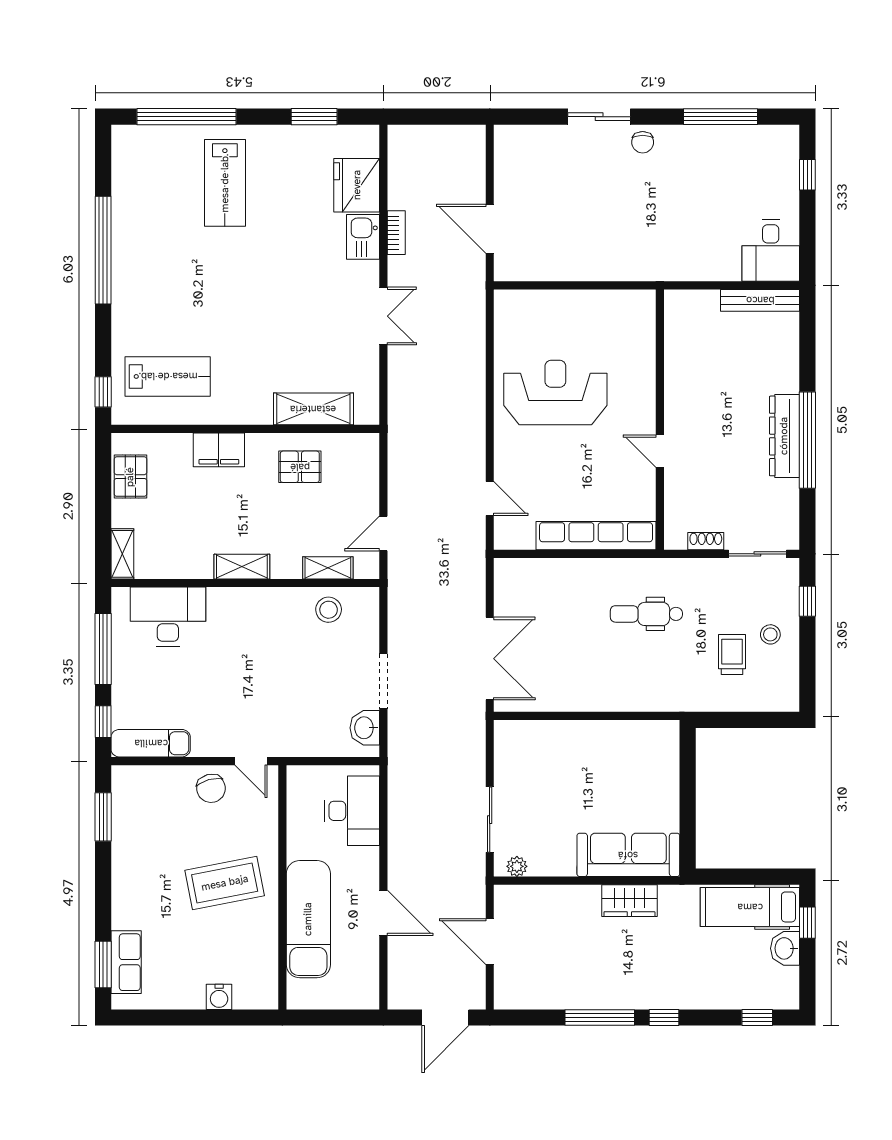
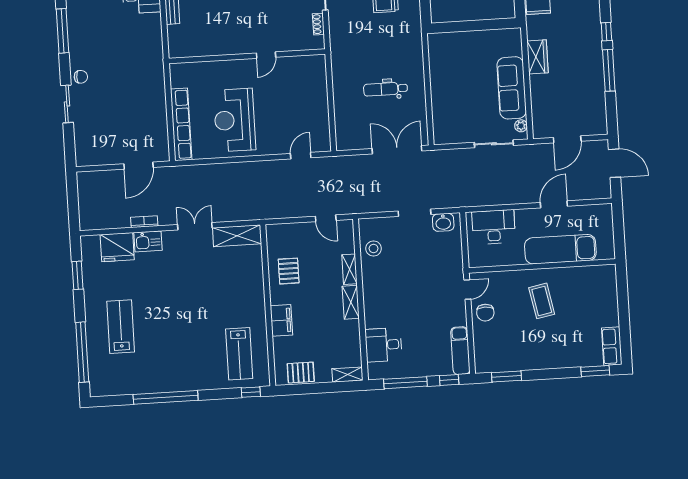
lab bench: (225, 183) -> (121, 327), turned -90
lab bench: (168, 376) -> (239, 354), turned 180
shelving: (313, 409) -> (237, 236), moved, turned 90
row of seats: (596, 536) -> (181, 124), moved, turned 180
shelving: (328, 568) -> (349, 269), moved
dental chair: (646, 614) -> (386, 89), moved, turned 90
desk: (168, 617) -> (384, 345), width x0.73
chair: (211, 788) -> (485, 313), turned 105
sofa: (628, 855) -> (512, 88), moved
coffee table: (225, 883) -> (542, 301), width x0.73, depth x0.76
row of seats: (126, 962) -> (612, 346), moved, turned -90
water cooler: (219, 997) -> (610, 300), removed

